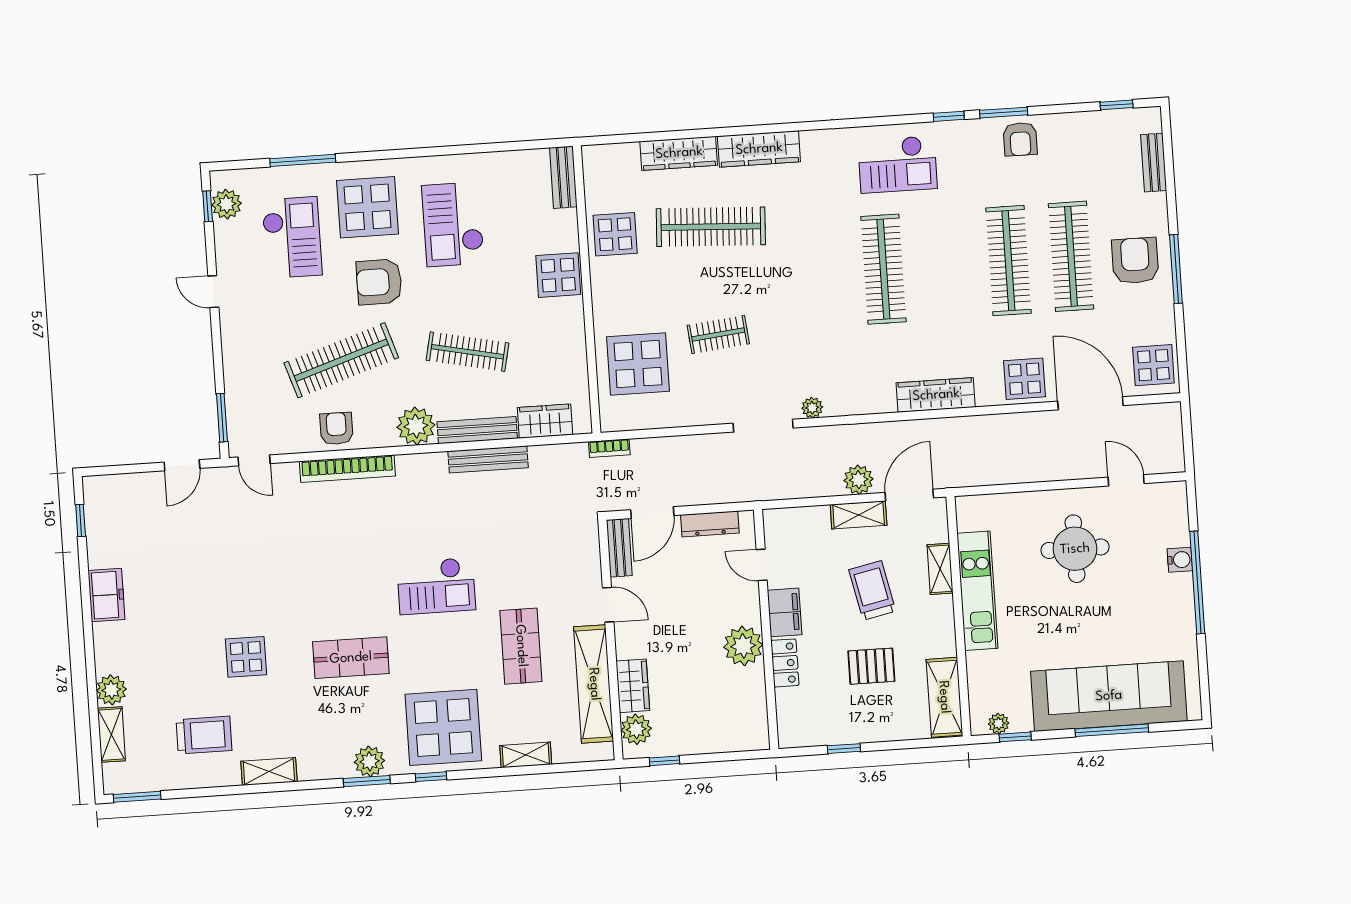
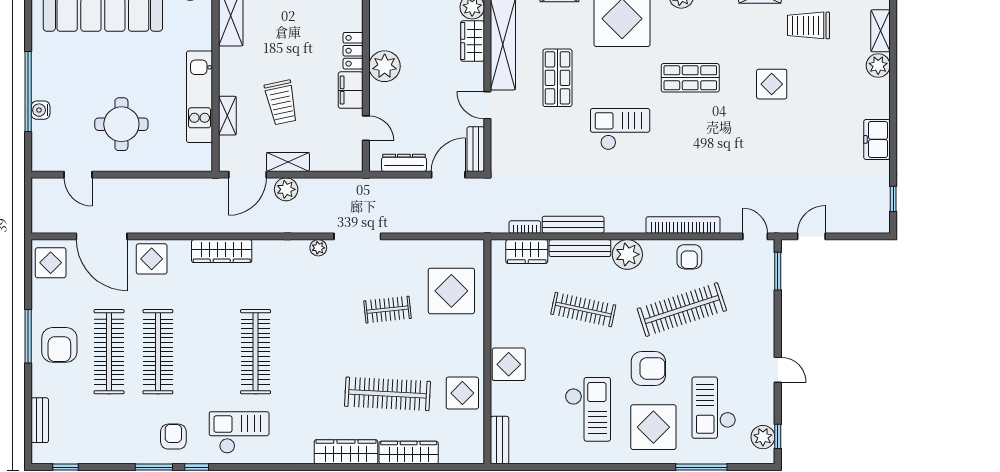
armchair: (1020, 139) -> (173, 437), moved
bookcase: (609, 448) -> (525, 227), moved
pallet: (871, 666) -> (286, 44), removed

